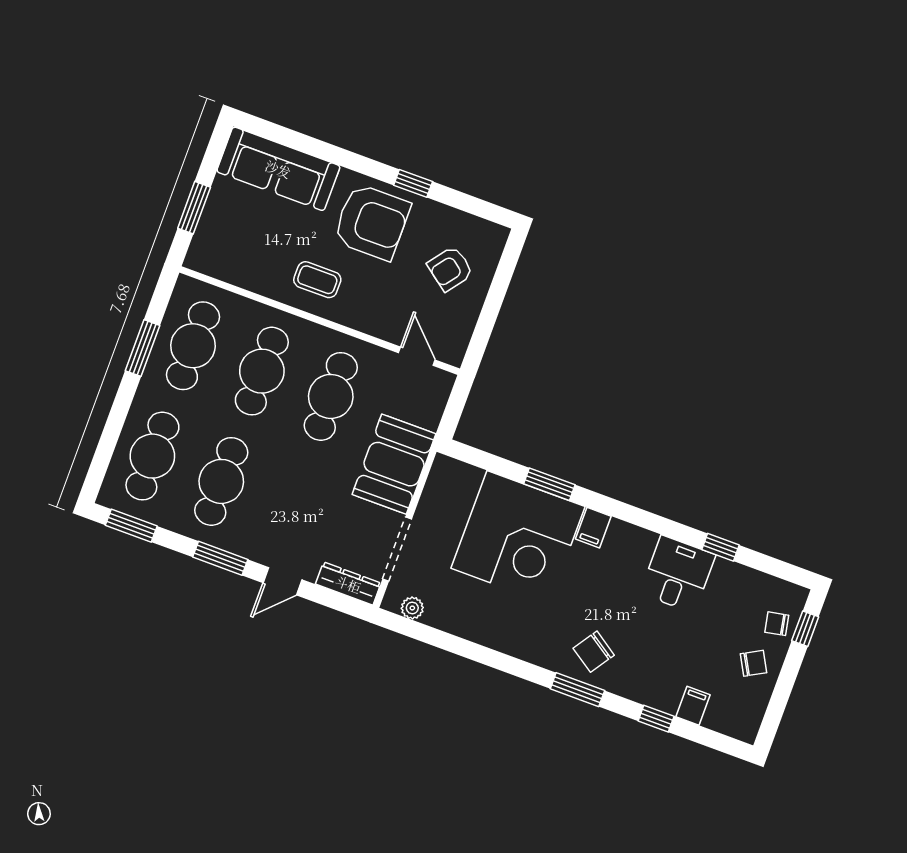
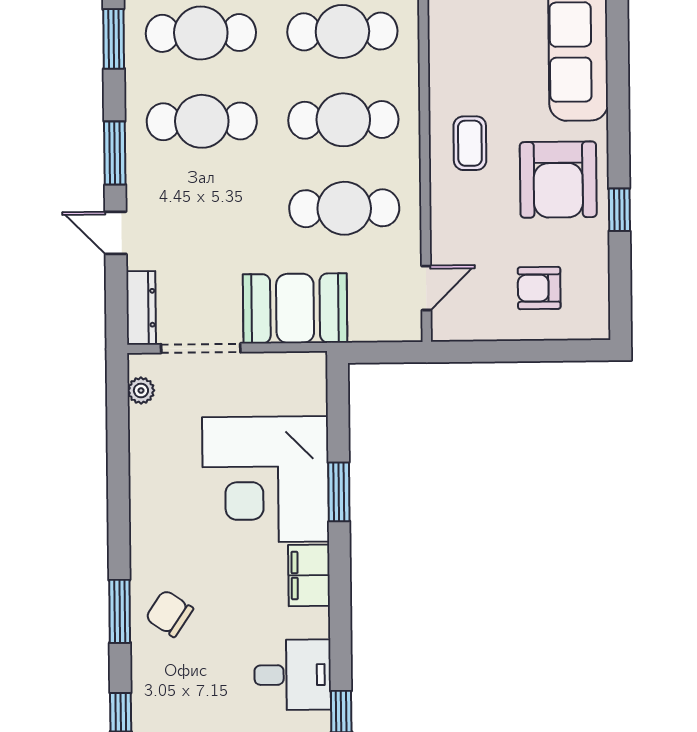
armchair: (450, 269) -> (539, 288), turned -37
filing cabinet: (593, 528) -> (309, 575), width x2.00

